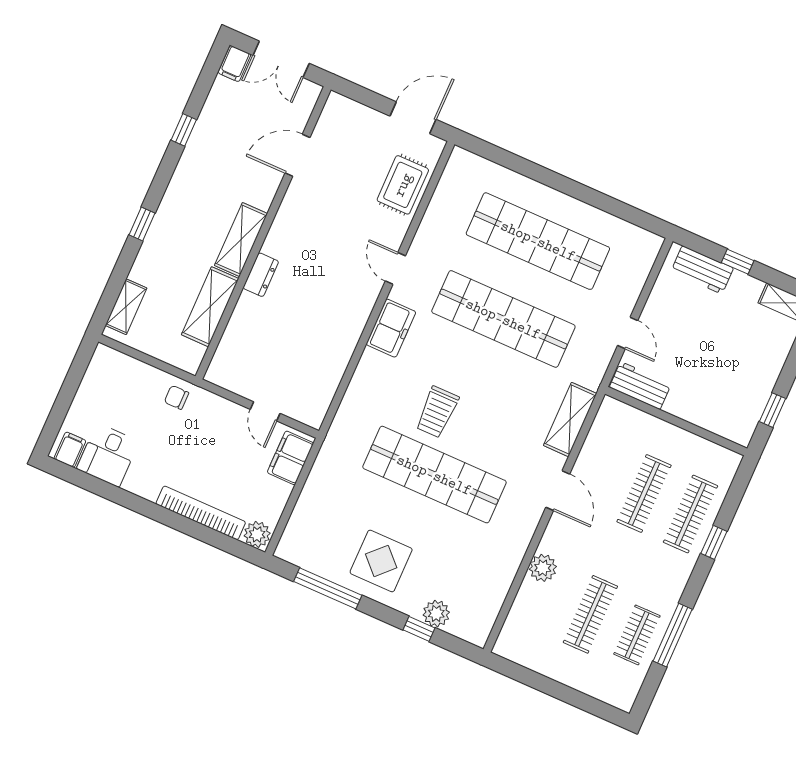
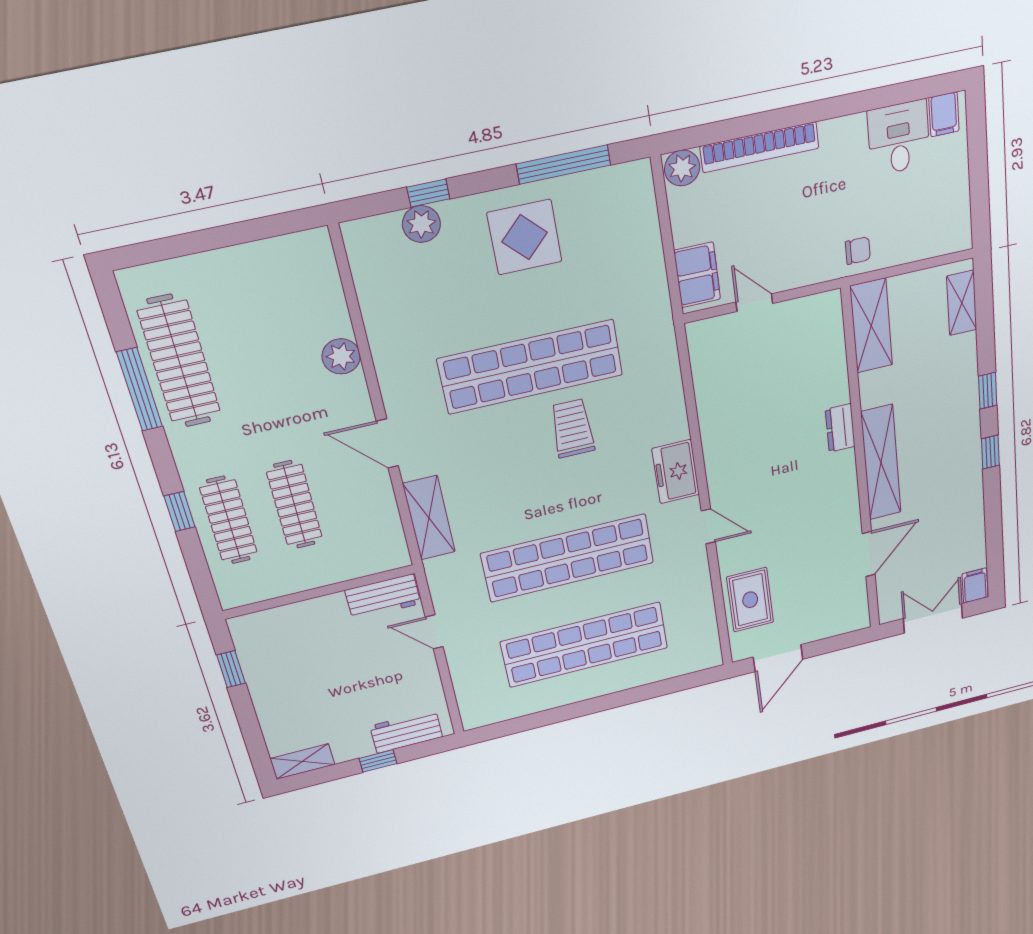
window: (184, 130) -> (990, 452), moved
shelving: (241, 240) -> (881, 463), width x1.47
shelving: (210, 307) -> (871, 326), moved
clothes rail: (590, 614) -> (249, 346), removed
clothes rail: (637, 635) -> (179, 361), width x1.86, depth x1.31

